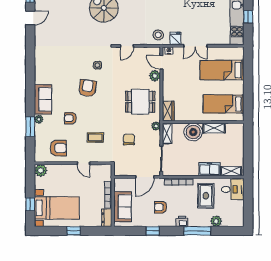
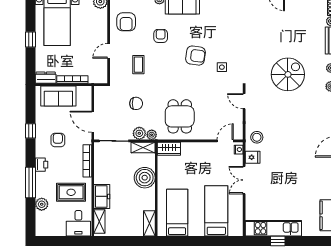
plant: (155, 76) -> (139, 133), moved
shelving: (214, 128) -> (149, 223), moved

